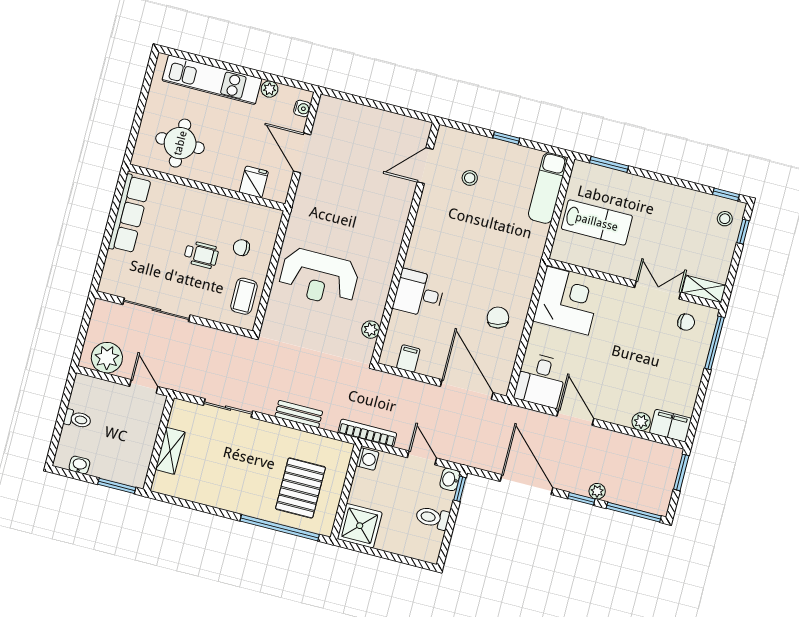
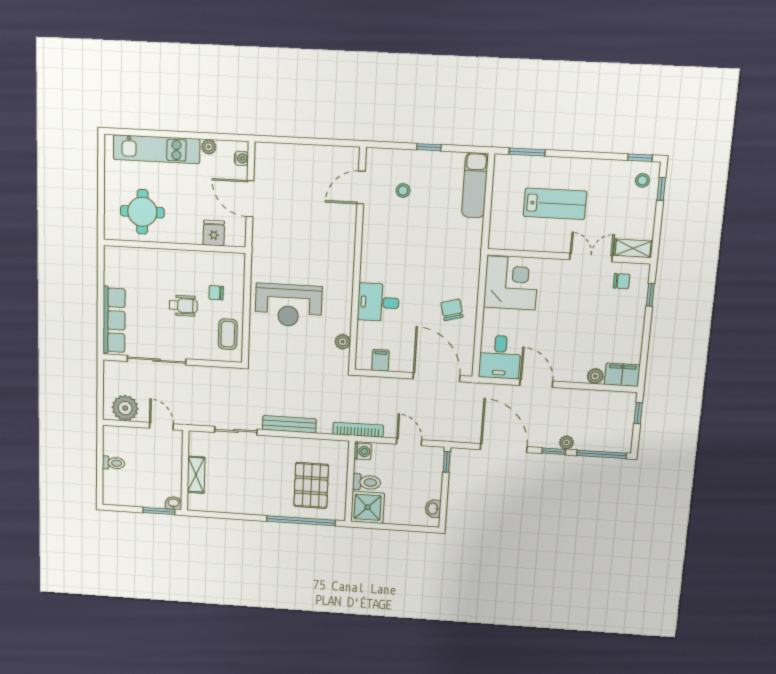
row of seats: (130, 214) -> (114, 320), moved
lab bench: (597, 222) -> (555, 204), moved
window: (714, 343) -> (650, 295), width x0.46
bench: (299, 414) -> (289, 424), width x1.36
washbasin: (79, 465) -> (174, 503), moved
window: (681, 472) -> (638, 413), width x0.67
washbasin: (450, 479) -> (433, 509), moved
toilet: (432, 518) -> (367, 482), moved, turned 180

